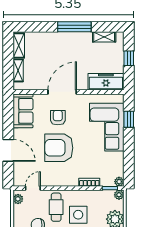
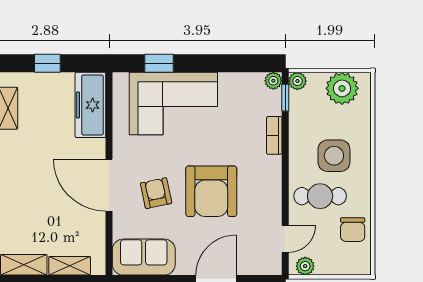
armchair: (58, 118) -> (156, 193), turned 78
door: (33, 188) -> (285, 239), swing flipped

